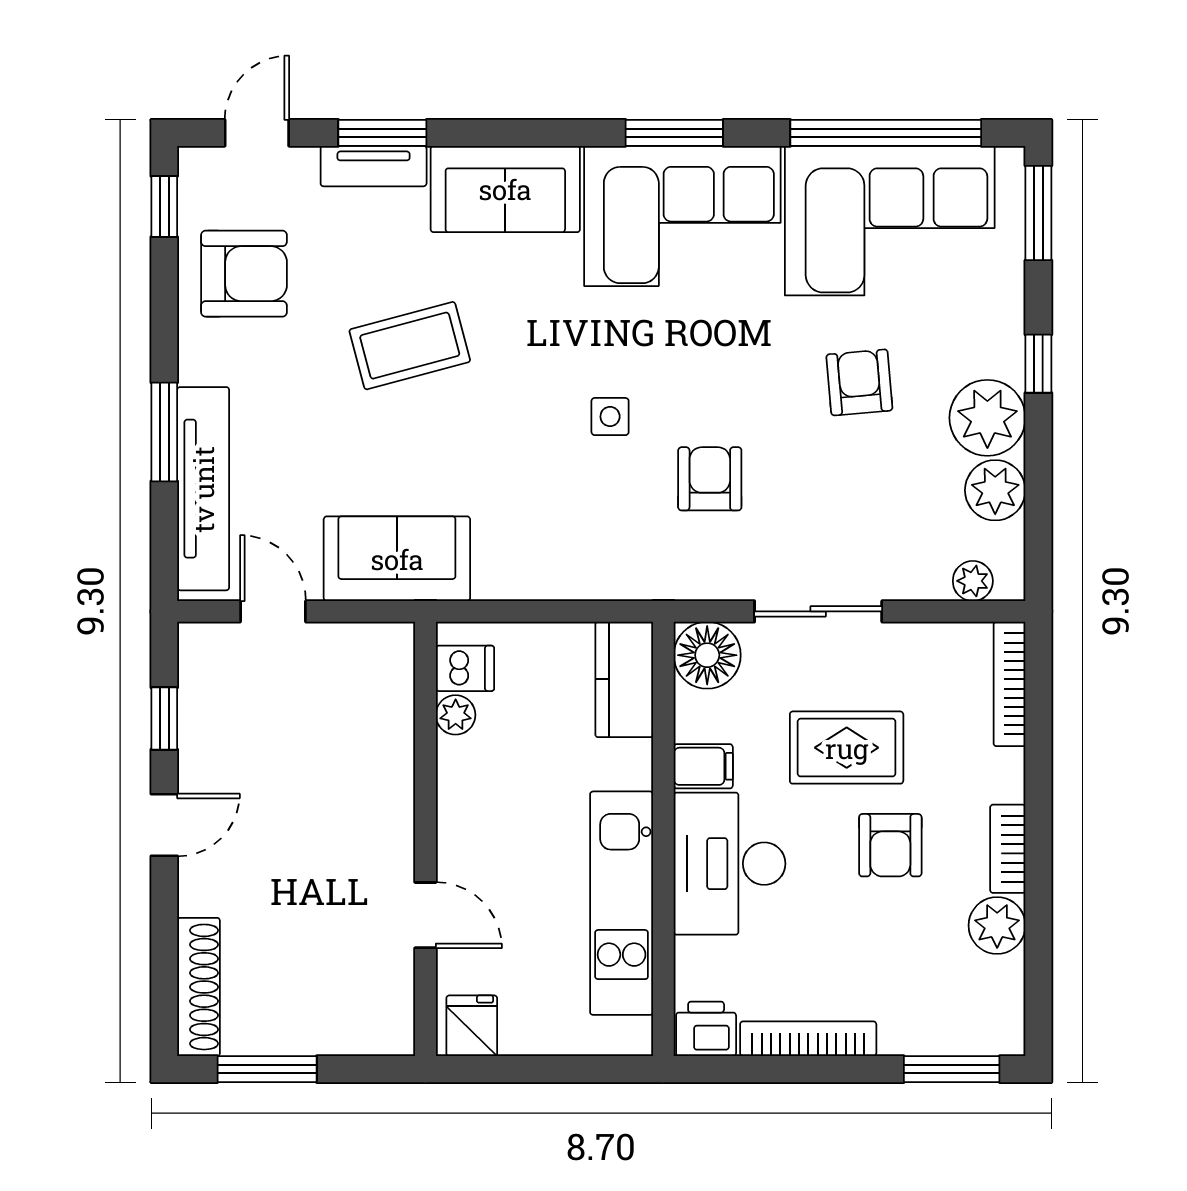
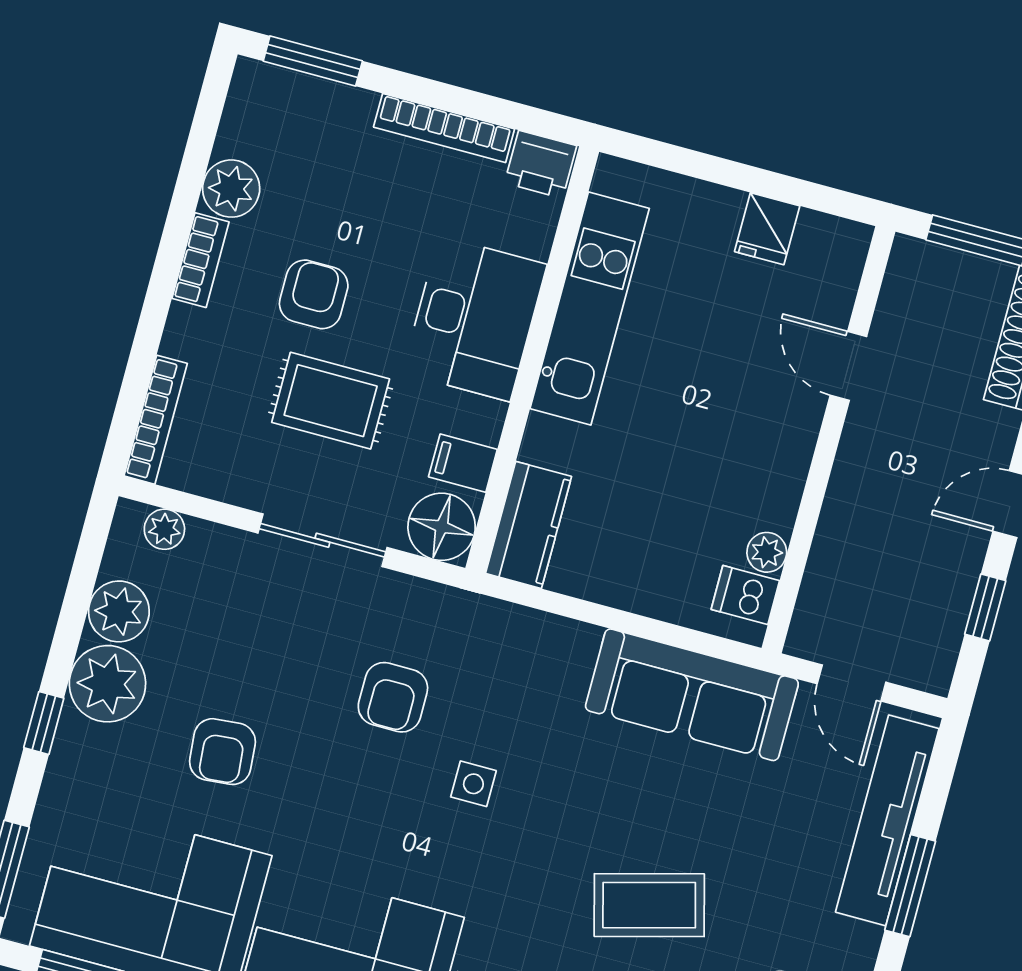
sofa: (397, 559) -> (692, 695), width x1.36
dishwasher: (465, 668) -> (745, 595), moved
plant: (456, 715) -> (767, 552), moved
filing cabinet: (703, 766) -> (463, 463), moved
wall: (425, 839) -> (828, 440), moved
door: (425, 915) -> (848, 366), moved

